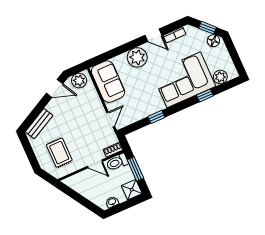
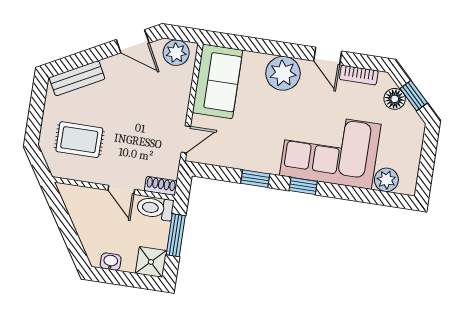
floor lamp: (213, 41) -> (395, 99), moved
window: (205, 95) -> (303, 186), moved
rug: (59, 153) -> (79, 140), turned 90

